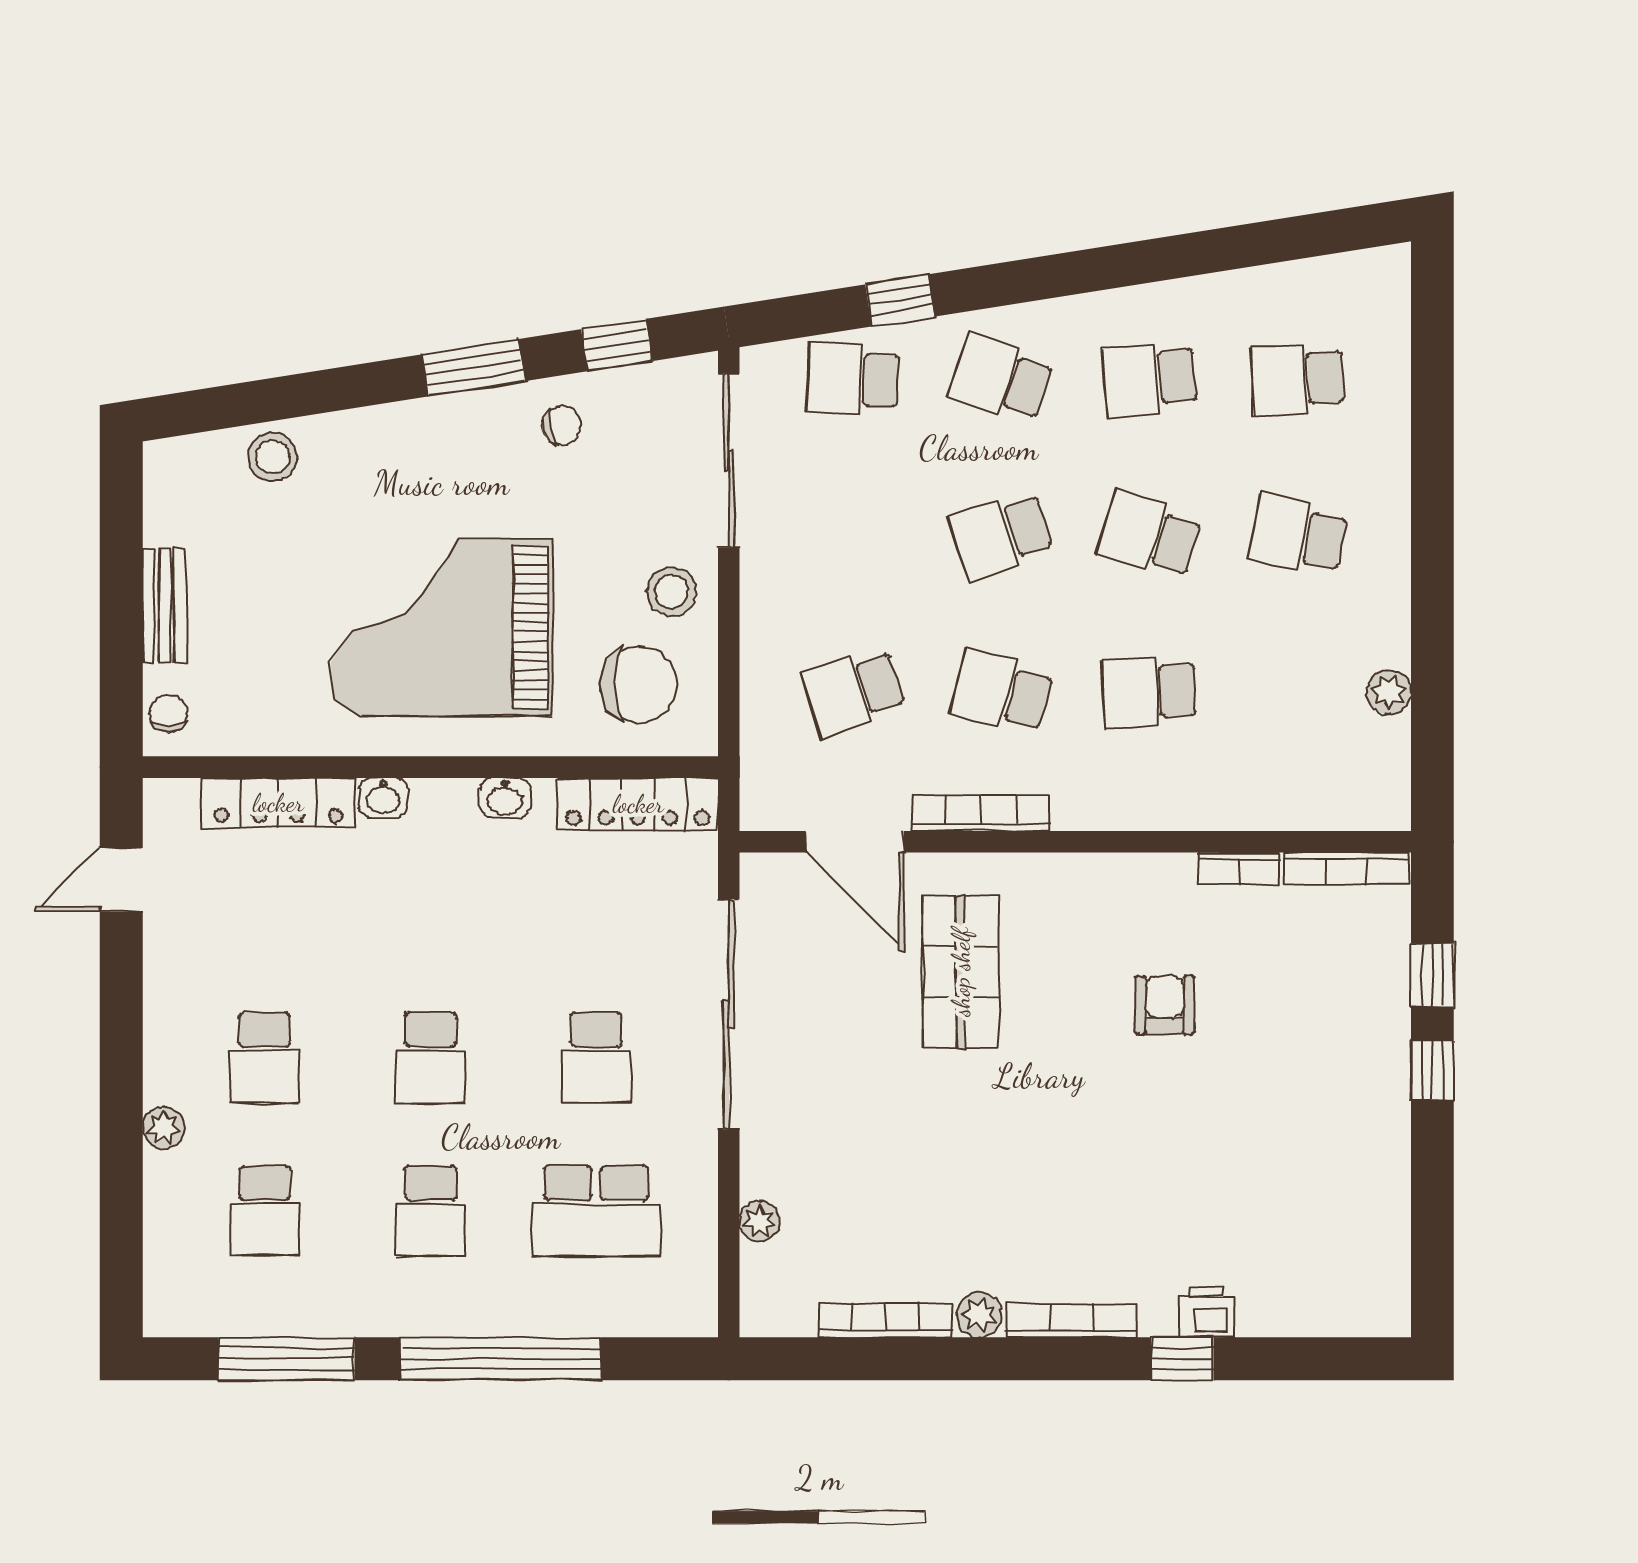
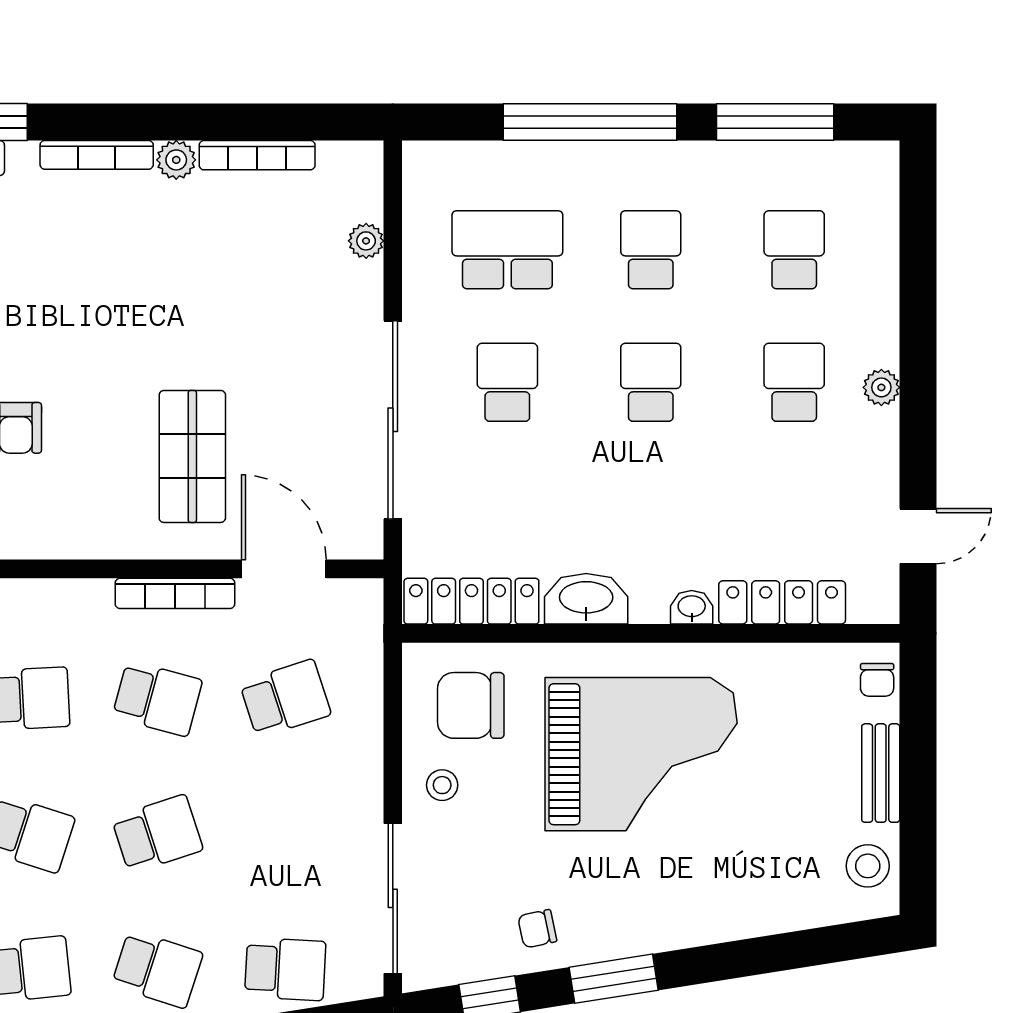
stool: (273, 457) -> (868, 866), moved
stool: (672, 592) -> (442, 785), width x0.73, depth x0.73
washbasin: (505, 798) -> (586, 599), width x1.91, depth x1.45
plant: (164, 1128) -> (881, 387), moved

